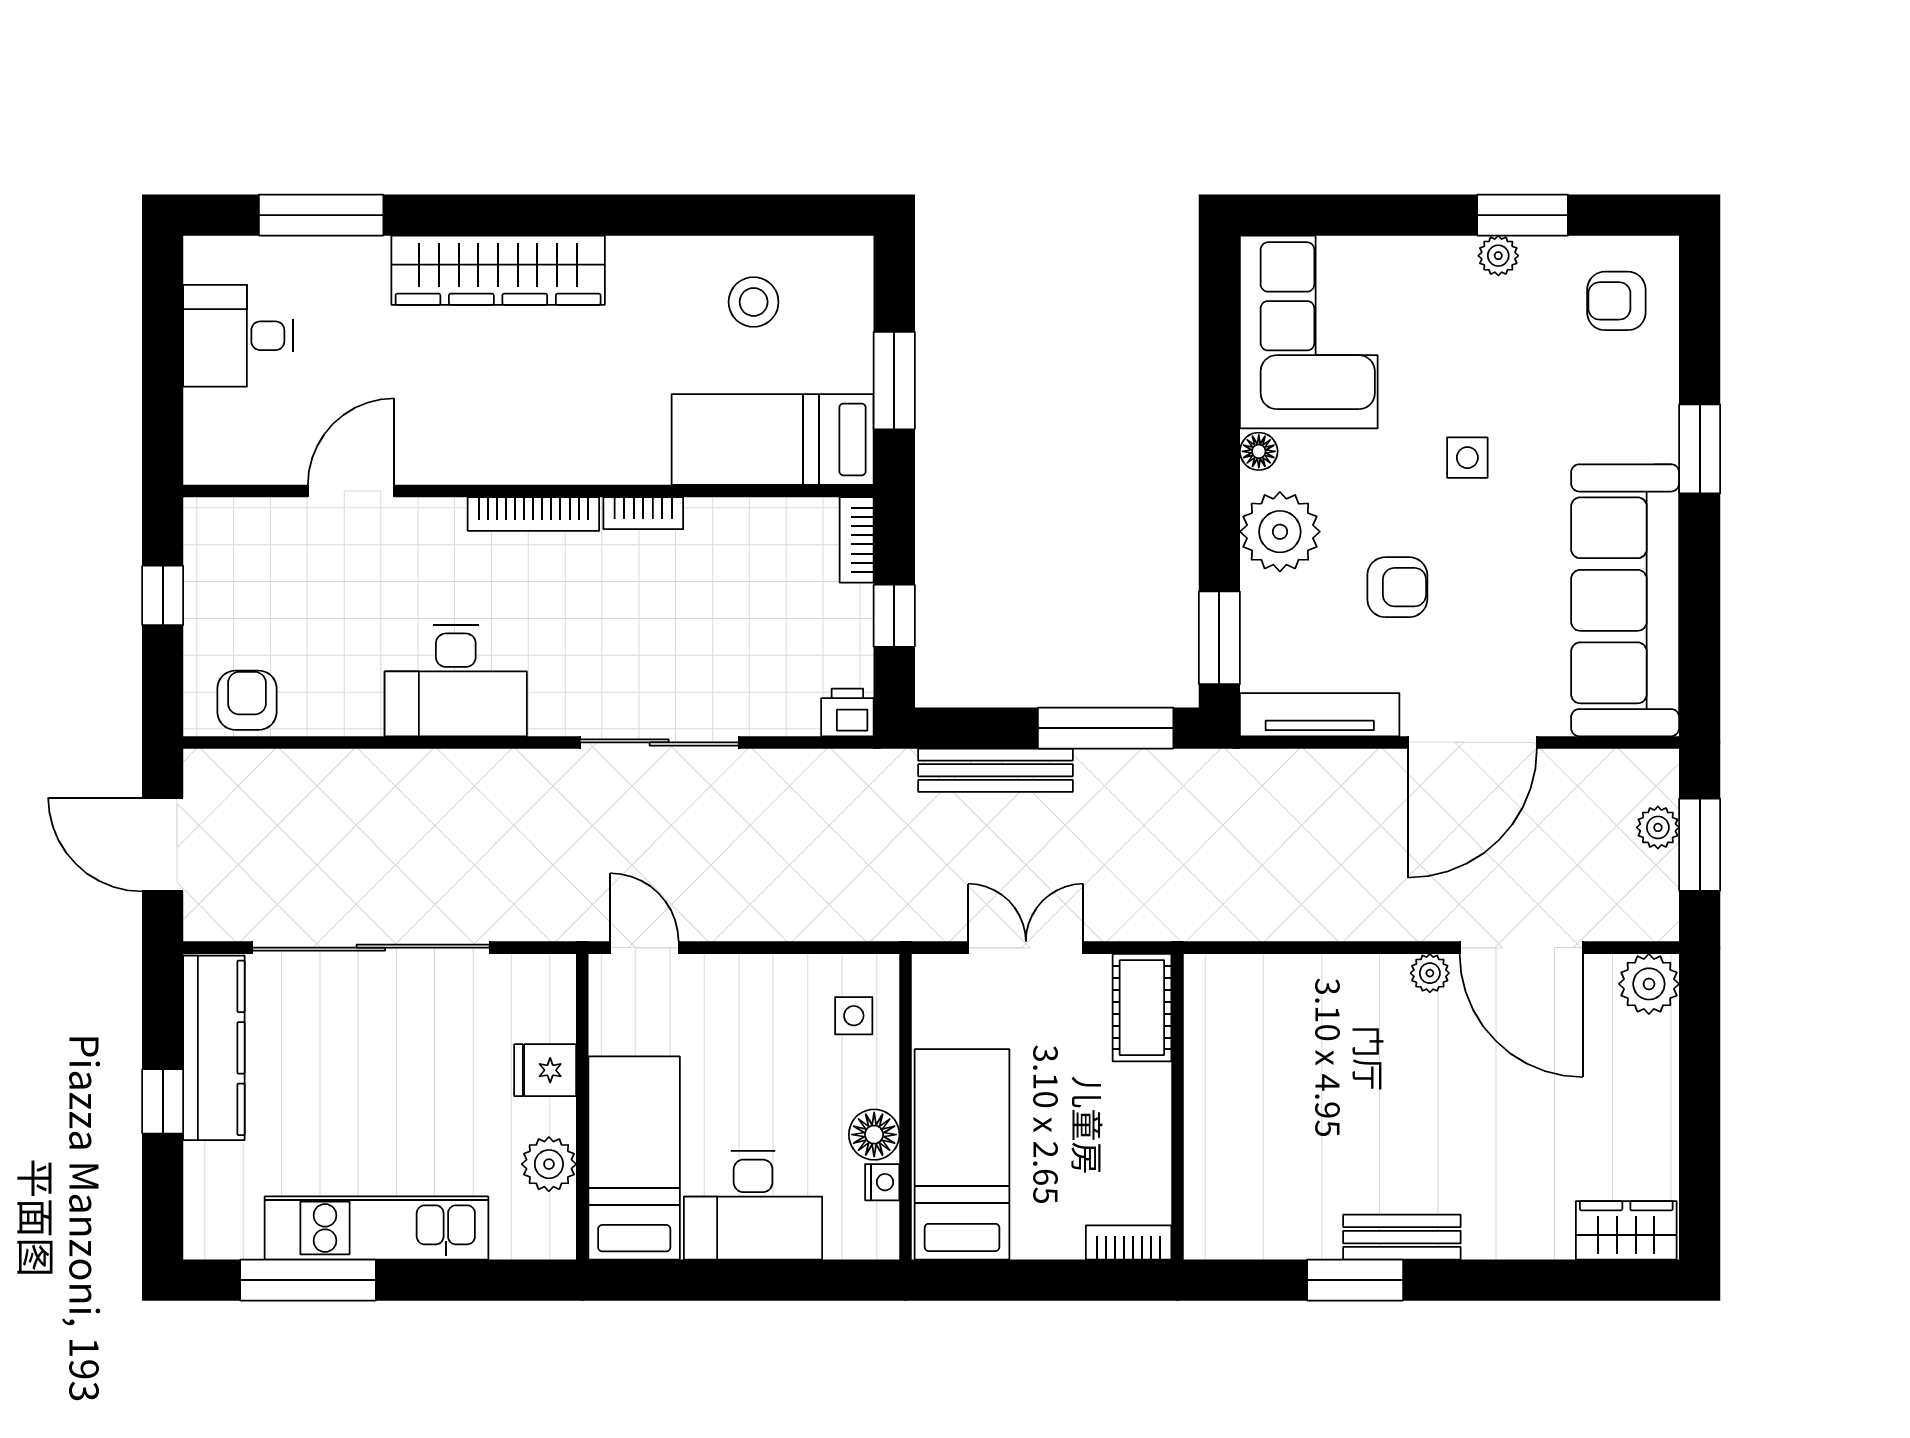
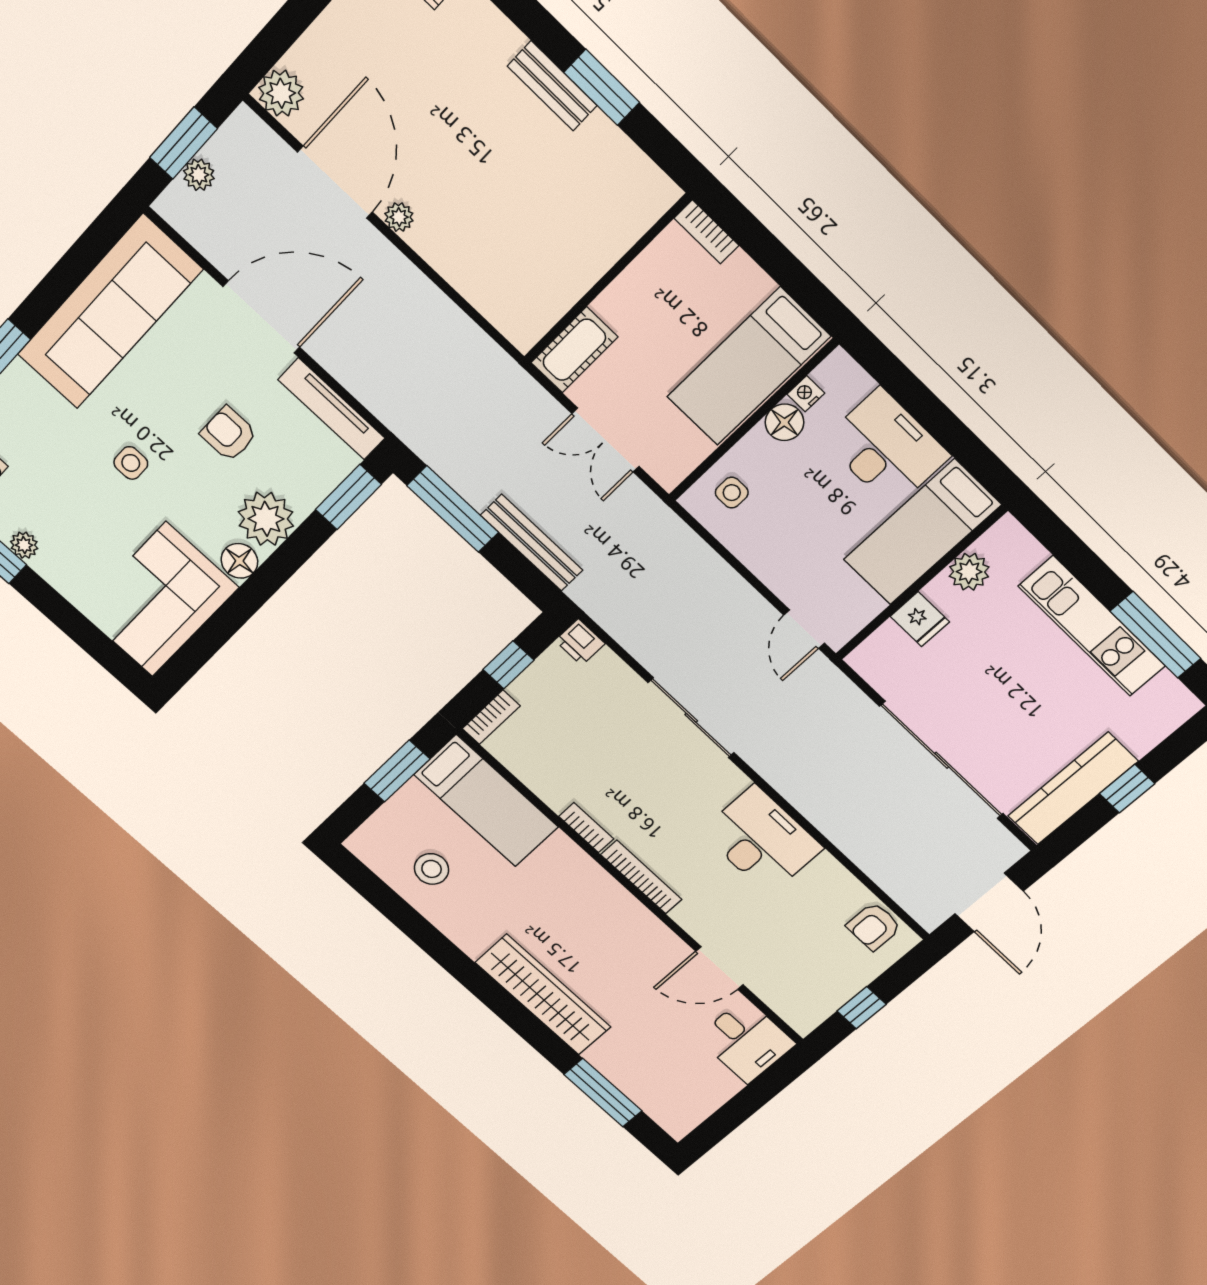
desk: (238, 336) -> (746, 1041), moved
floor lamp: (1259, 451) -> (239, 561), width x1.37, depth x1.37

